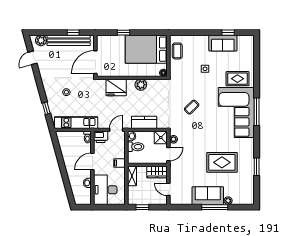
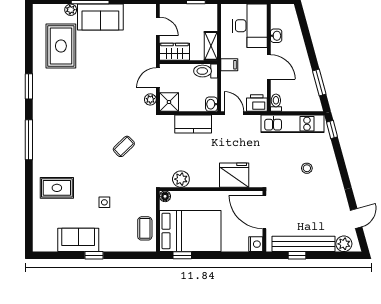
window: (124, 33) -> (182, 255), moved
window: (228, 33) -> (94, 255), moved
nightstand: (101, 40) -> (256, 244), added
door: (95, 62) -> (264, 212), swing flipped
plant: (141, 85) -> (181, 179), moved
window: (46, 108) -> (332, 129), moved
corner sofa: (236, 113) -> (59, 139), removed
door: (116, 130) -> (234, 113), swing flipped
toilet: (136, 147) -> (206, 71), moved
window: (58, 151) -> (319, 83), added
door: (92, 162) -> (269, 67), hinge flipped
rug: (222, 162) -> (61, 46), moved, turned 90
window: (257, 167) -> (29, 86), moved

